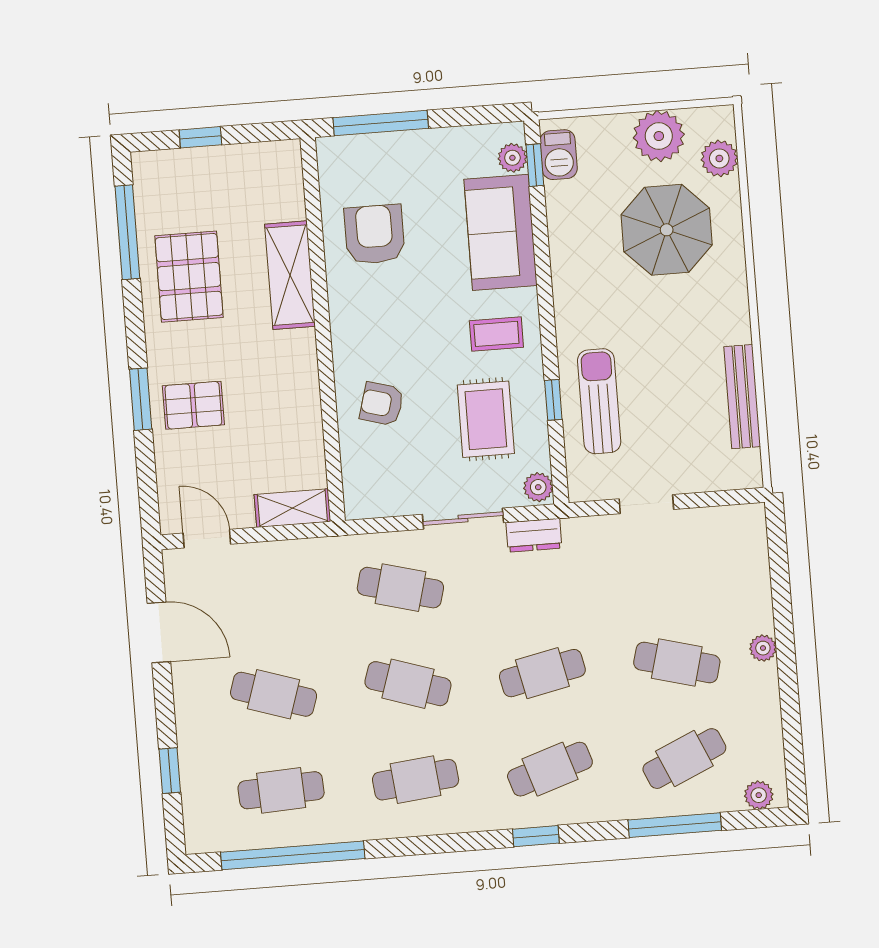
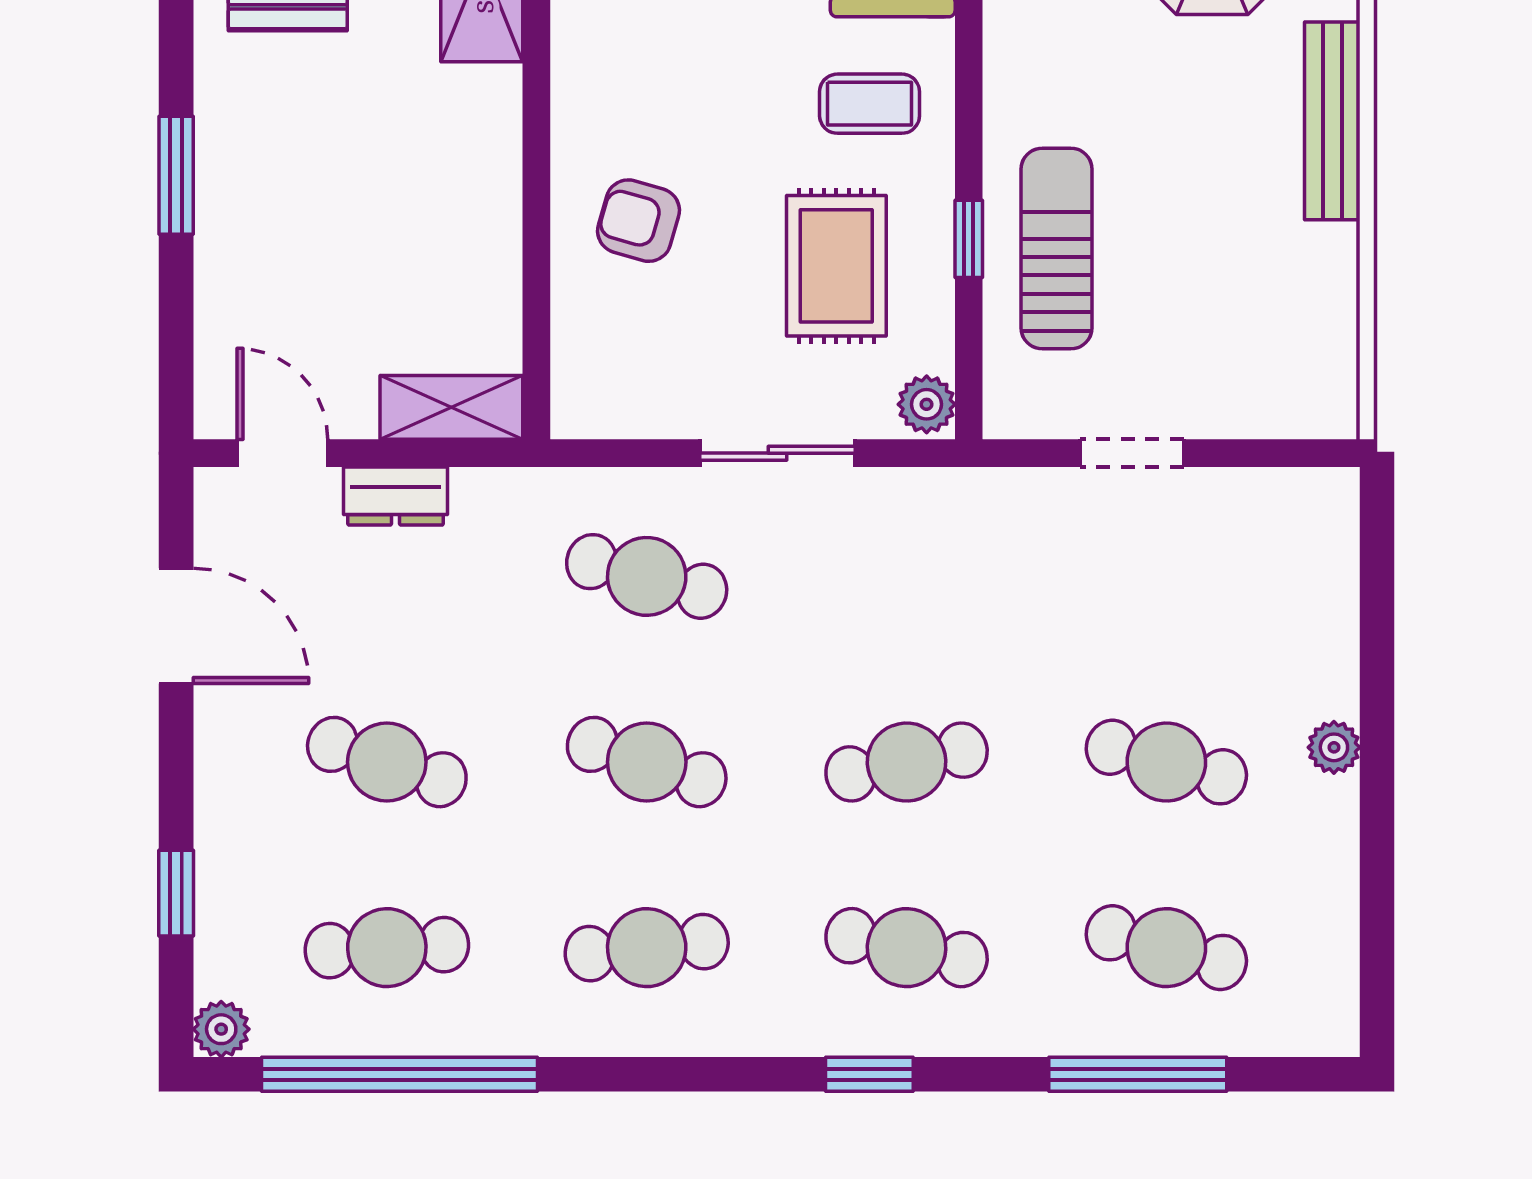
bench: (742, 397) -> (1332, 121), moved
pallet: (193, 405) -> (277, 195), removed
dresser: (534, 535) -> (396, 496), moved
cafe table: (684, 759) -> (1166, 948), turned 39
cafe table: (550, 769) -> (907, 948), turned 30
plant: (759, 795) -> (221, 1029), moved

